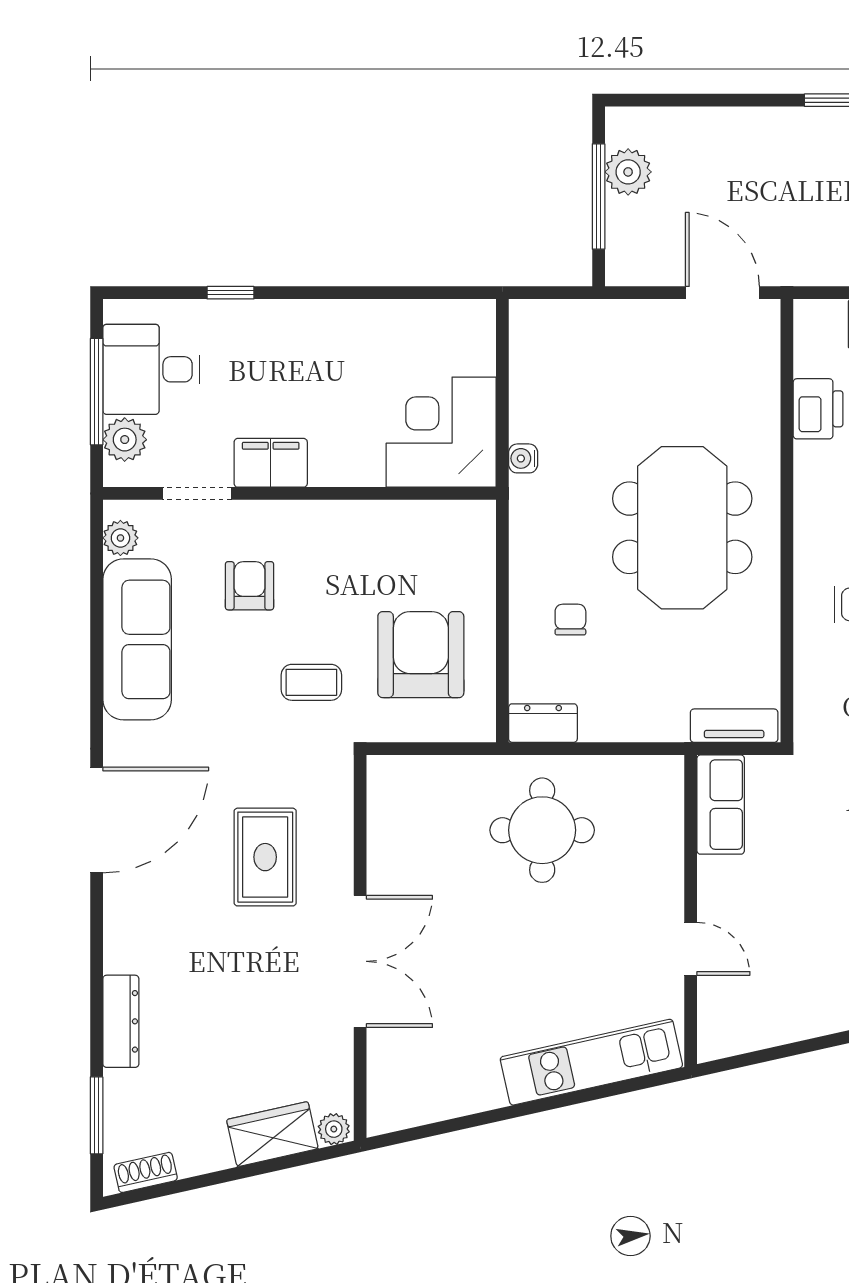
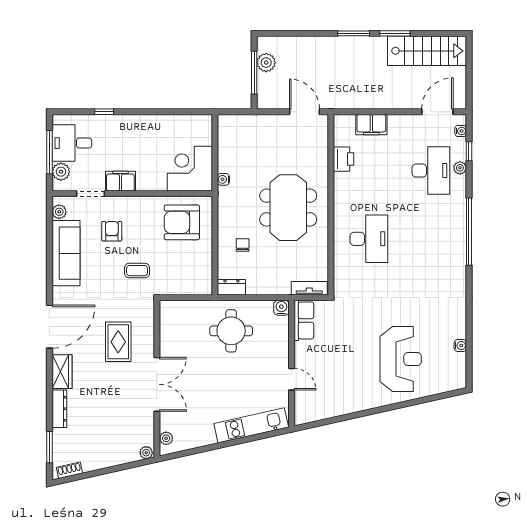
armchair: (421, 655) -> (182, 222), moved, turned -90
water cooler: (666, 774) -> (281, 308), added
plant: (383, 1094) -> (166, 438), added
wardrobe: (272, 1134) -> (62, 372), moved, turned 103

